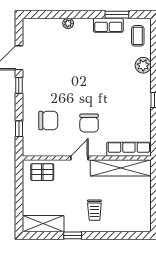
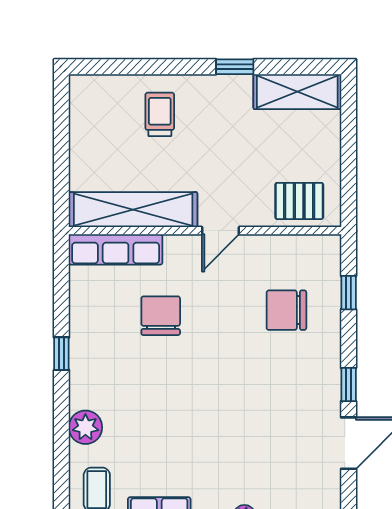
chair: (89, 123) -> (161, 316), moved
trolley: (94, 210) -> (160, 114), moved

